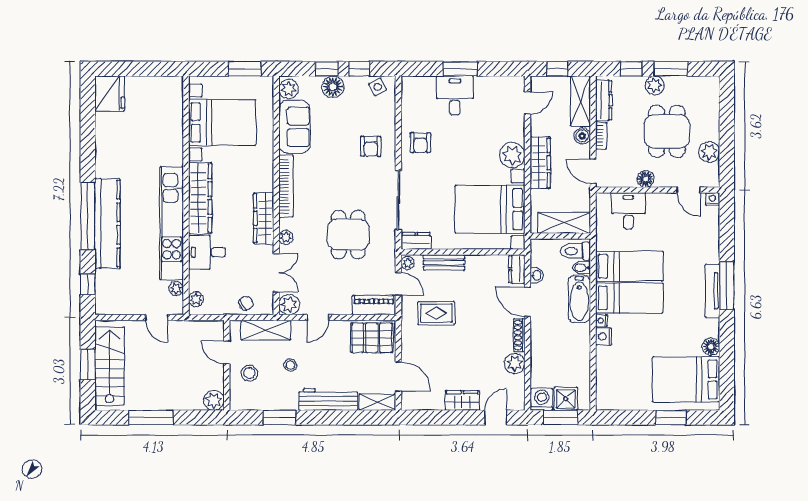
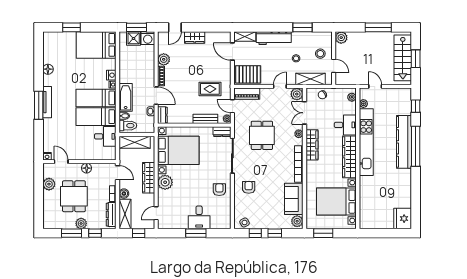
floor lamp: (333, 87) -> (271, 223), removed
desk: (628, 211) -> (105, 136), moved, turned -90
bed: (686, 379) -> (96, 45), moved, turned 180

